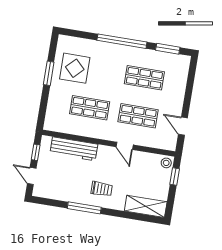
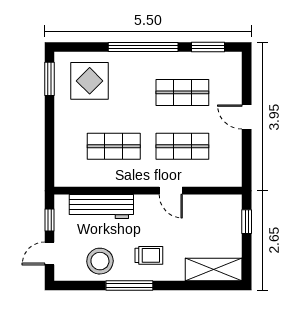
display table: (75, 68) -> (90, 81), moved
window: (49, 73) -> (50, 79), moved
door: (183, 126) -> (247, 117), moved
stool: (166, 163) -> (100, 261), moved, width x1.89, depth x1.89
door: (32, 176) -> (50, 253), hinge flipped

